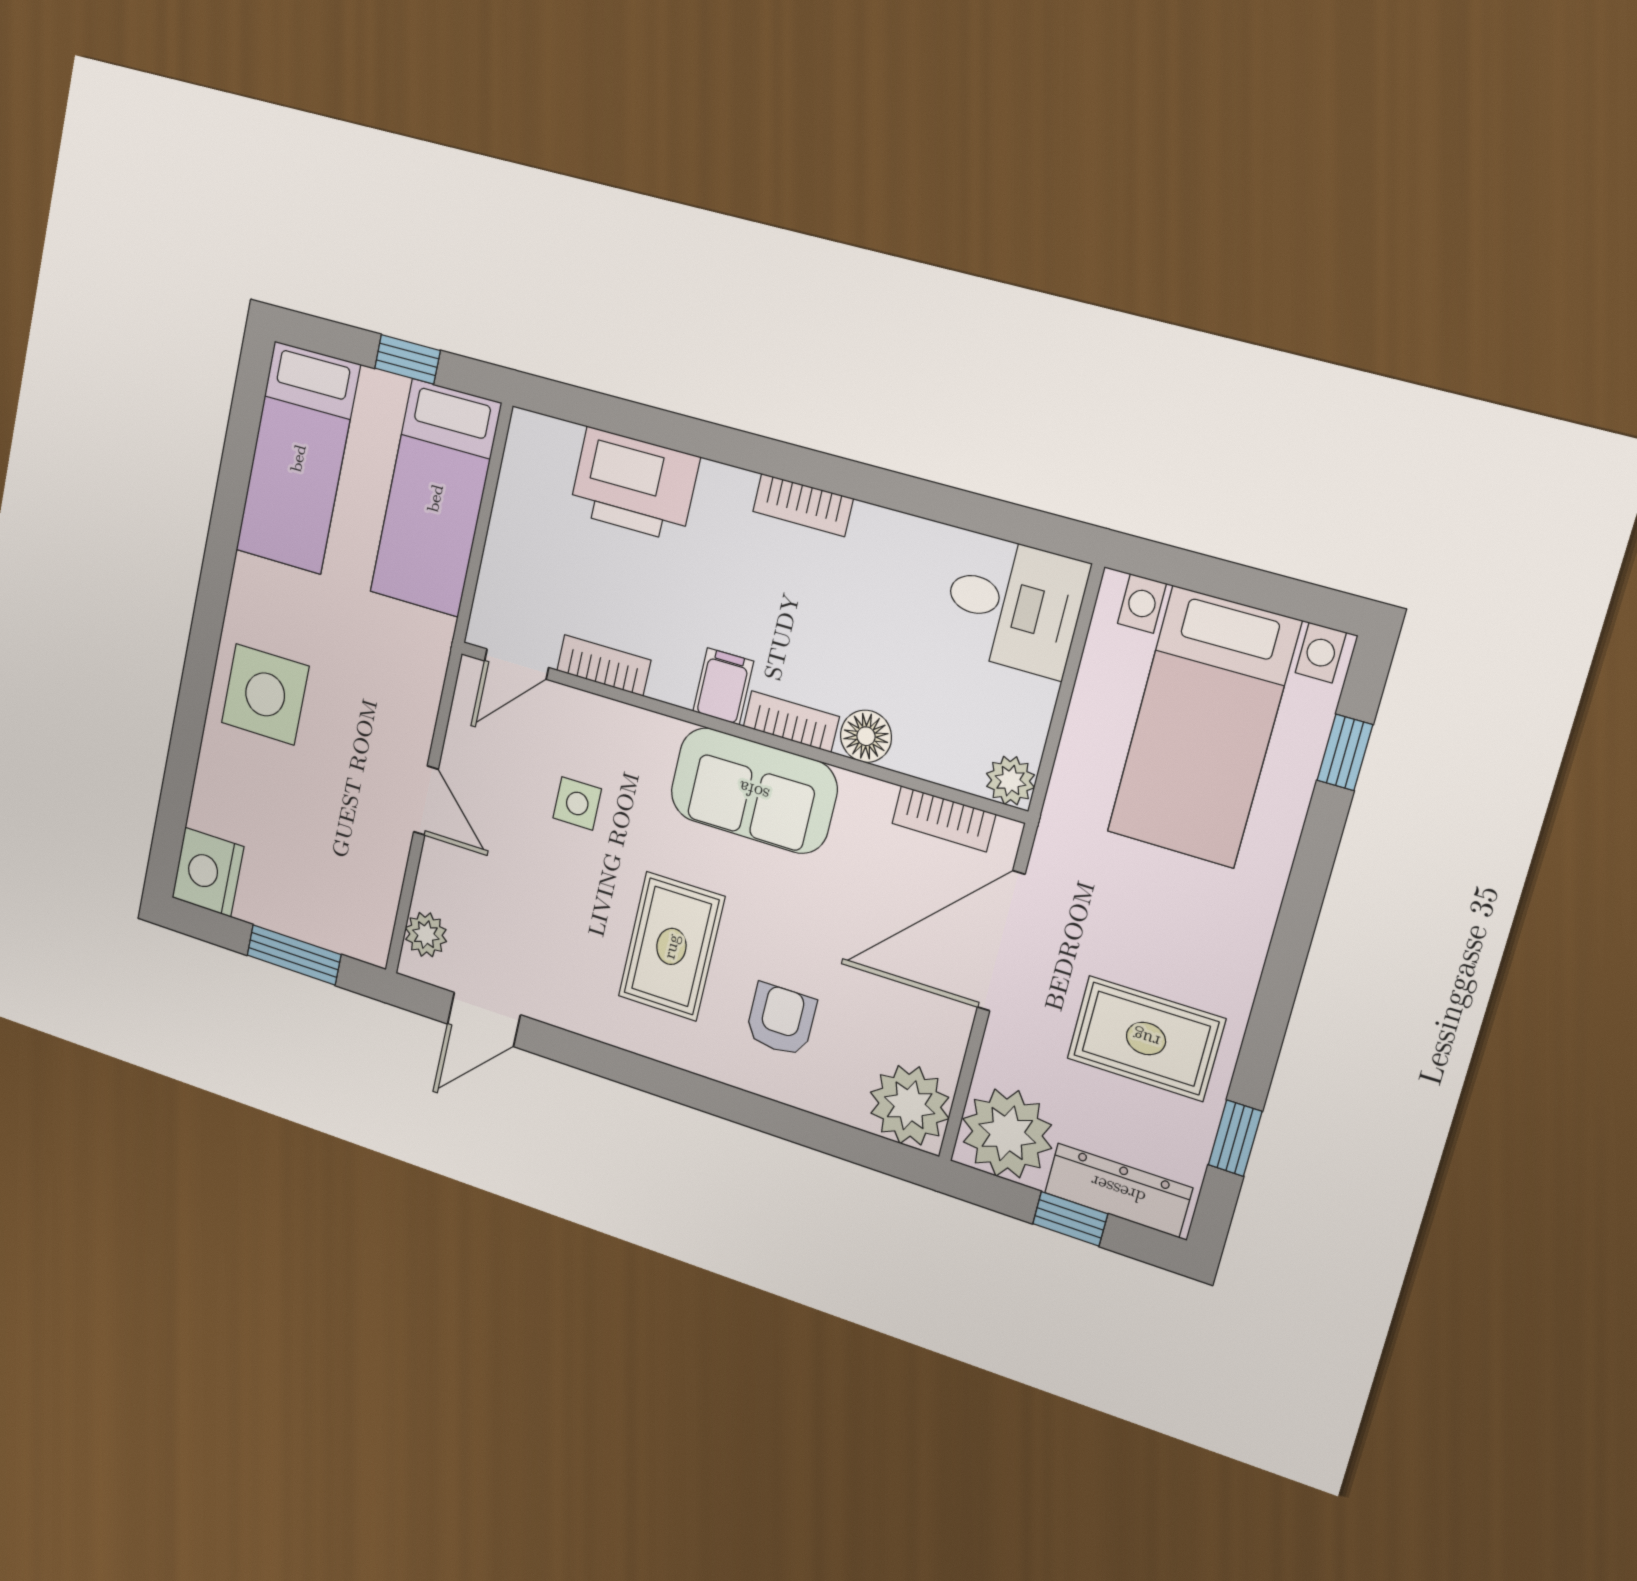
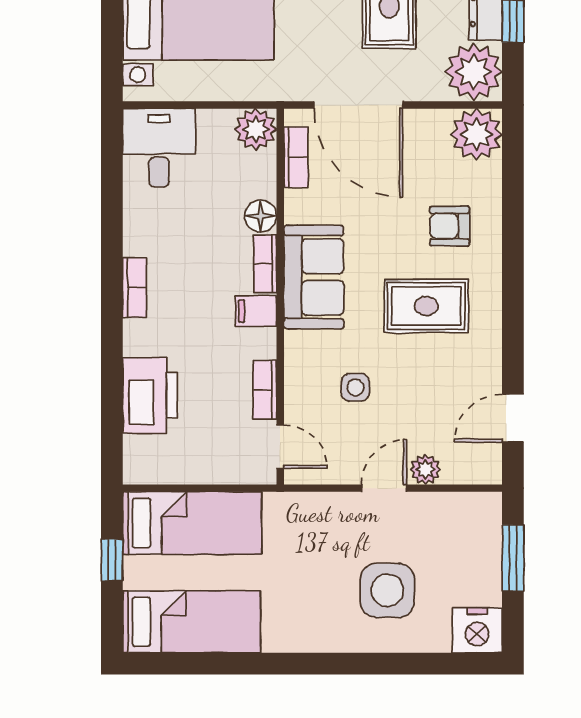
side table: (265, 694) -> (387, 590), moved
plant: (1010, 781) -> (256, 129), width x1.38, depth x1.38
plant: (426, 935) -> (425, 469), moved
door: (484, 1019) -> (513, 418), swing flipped

